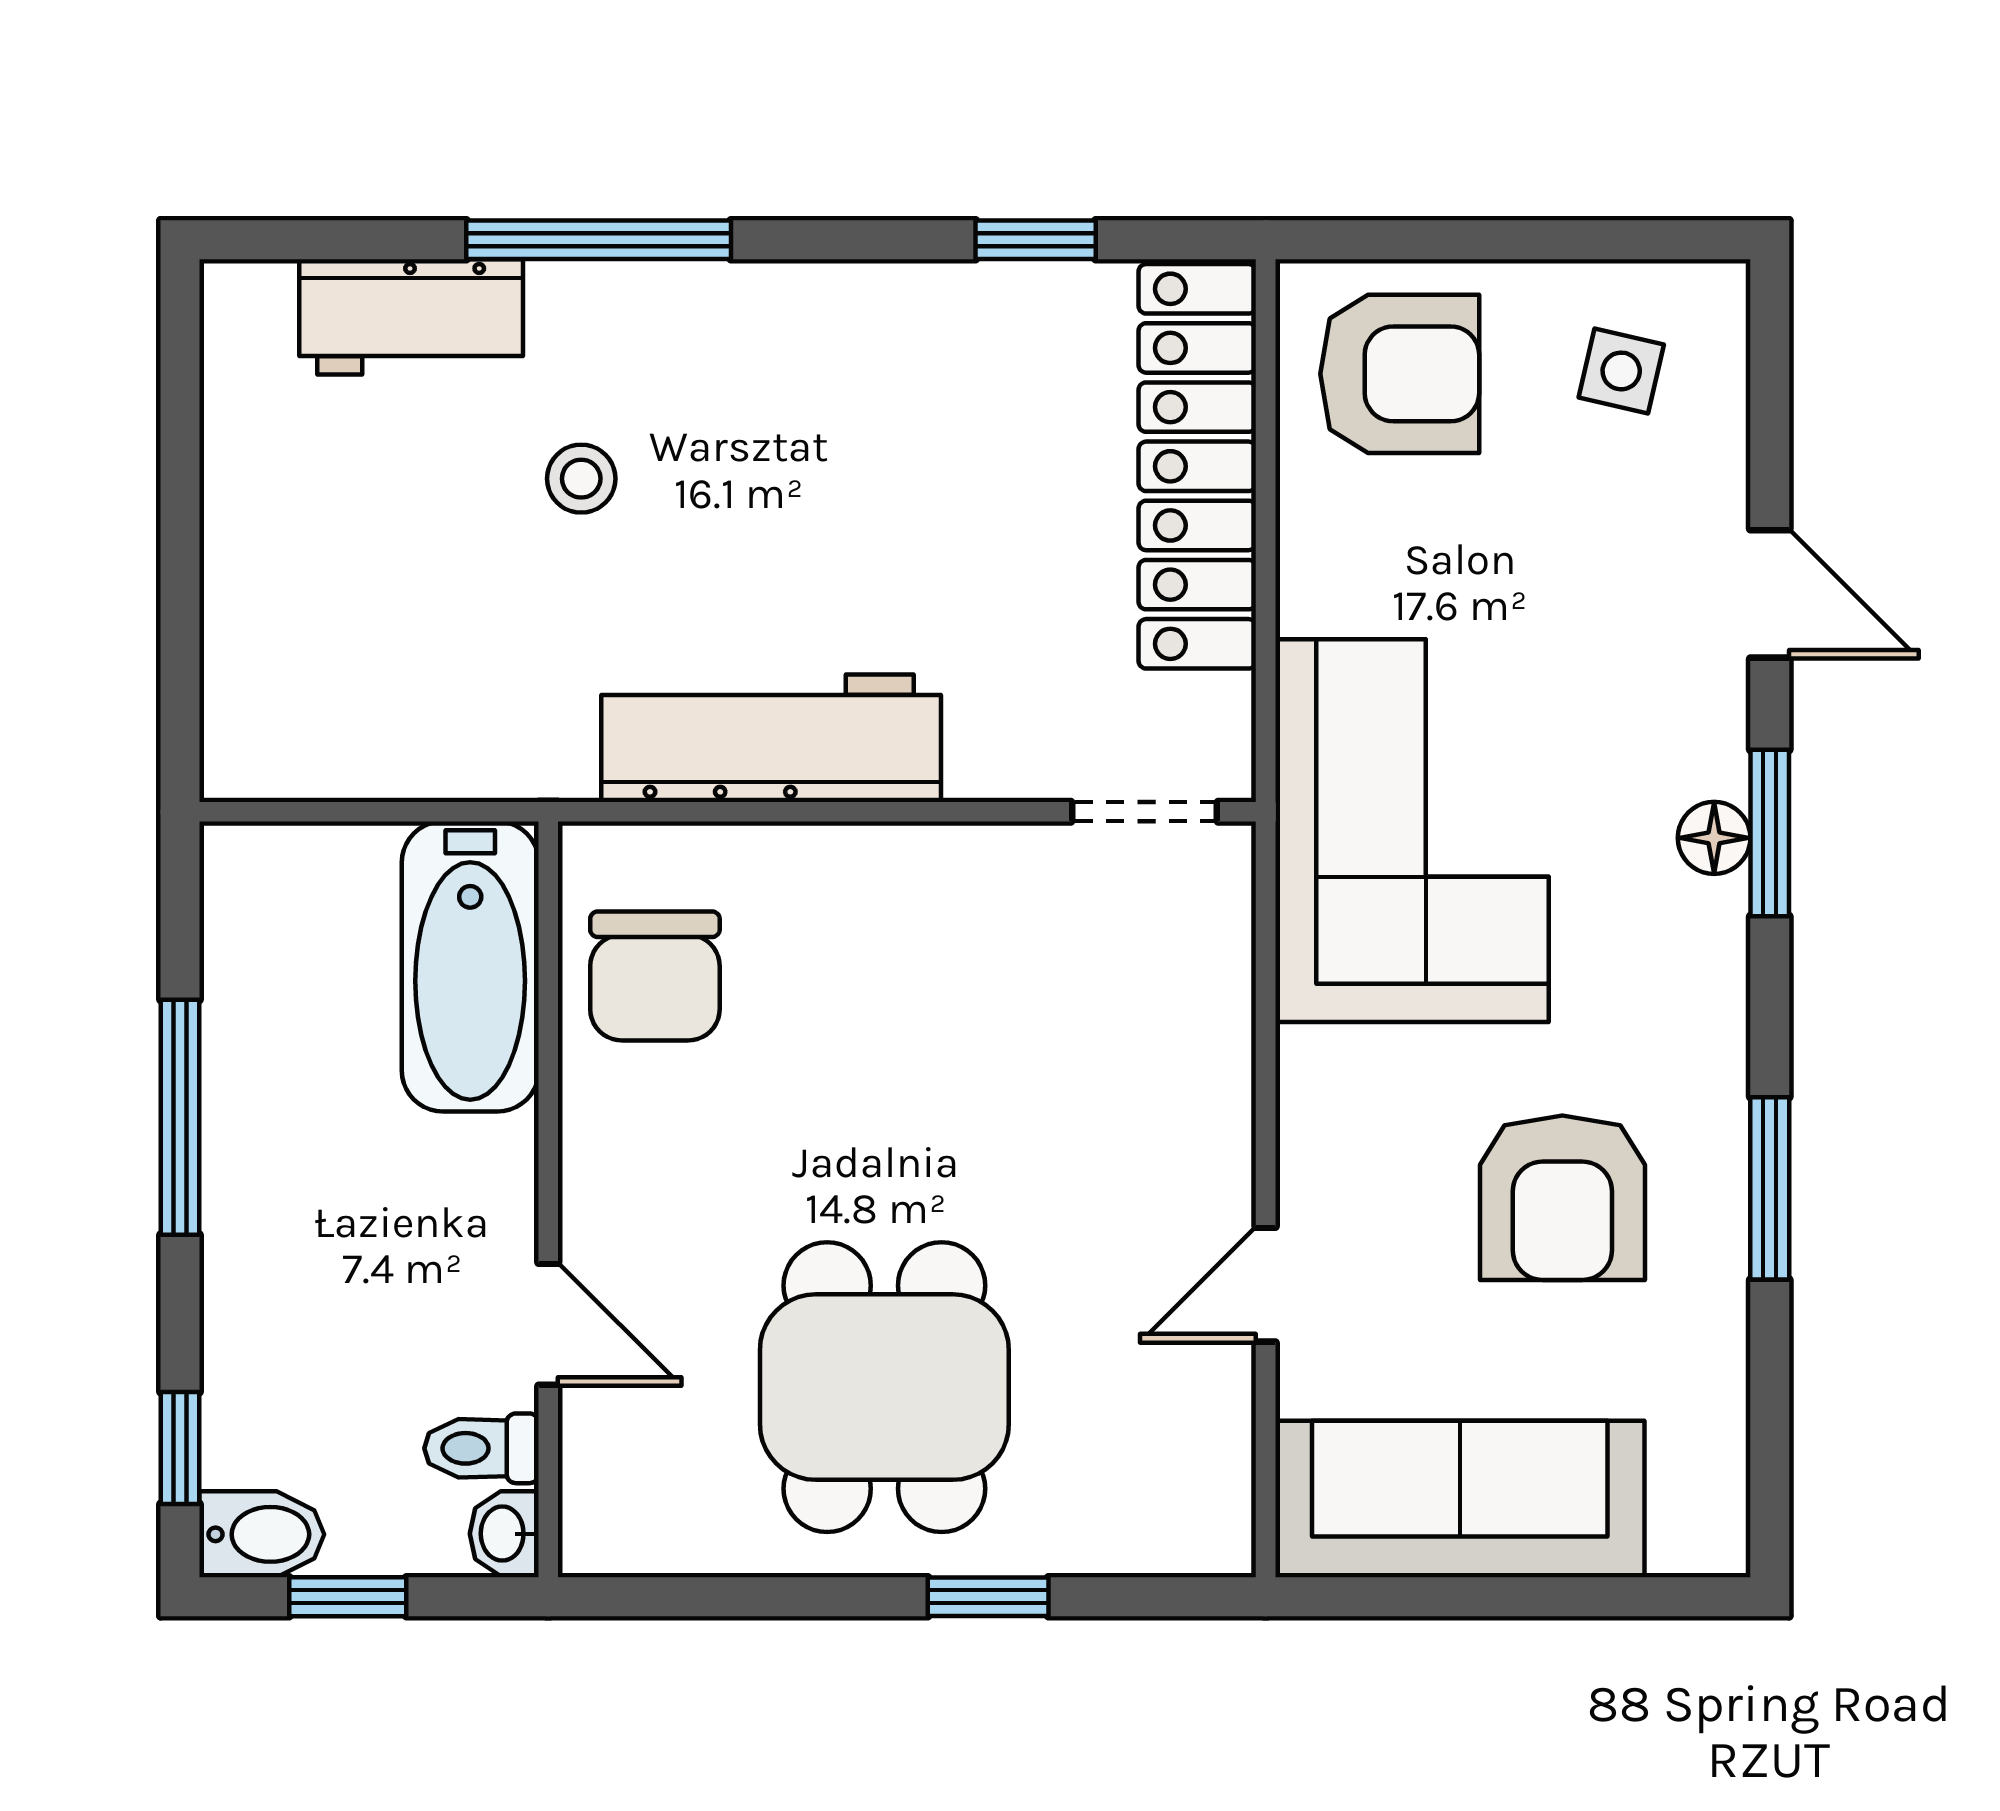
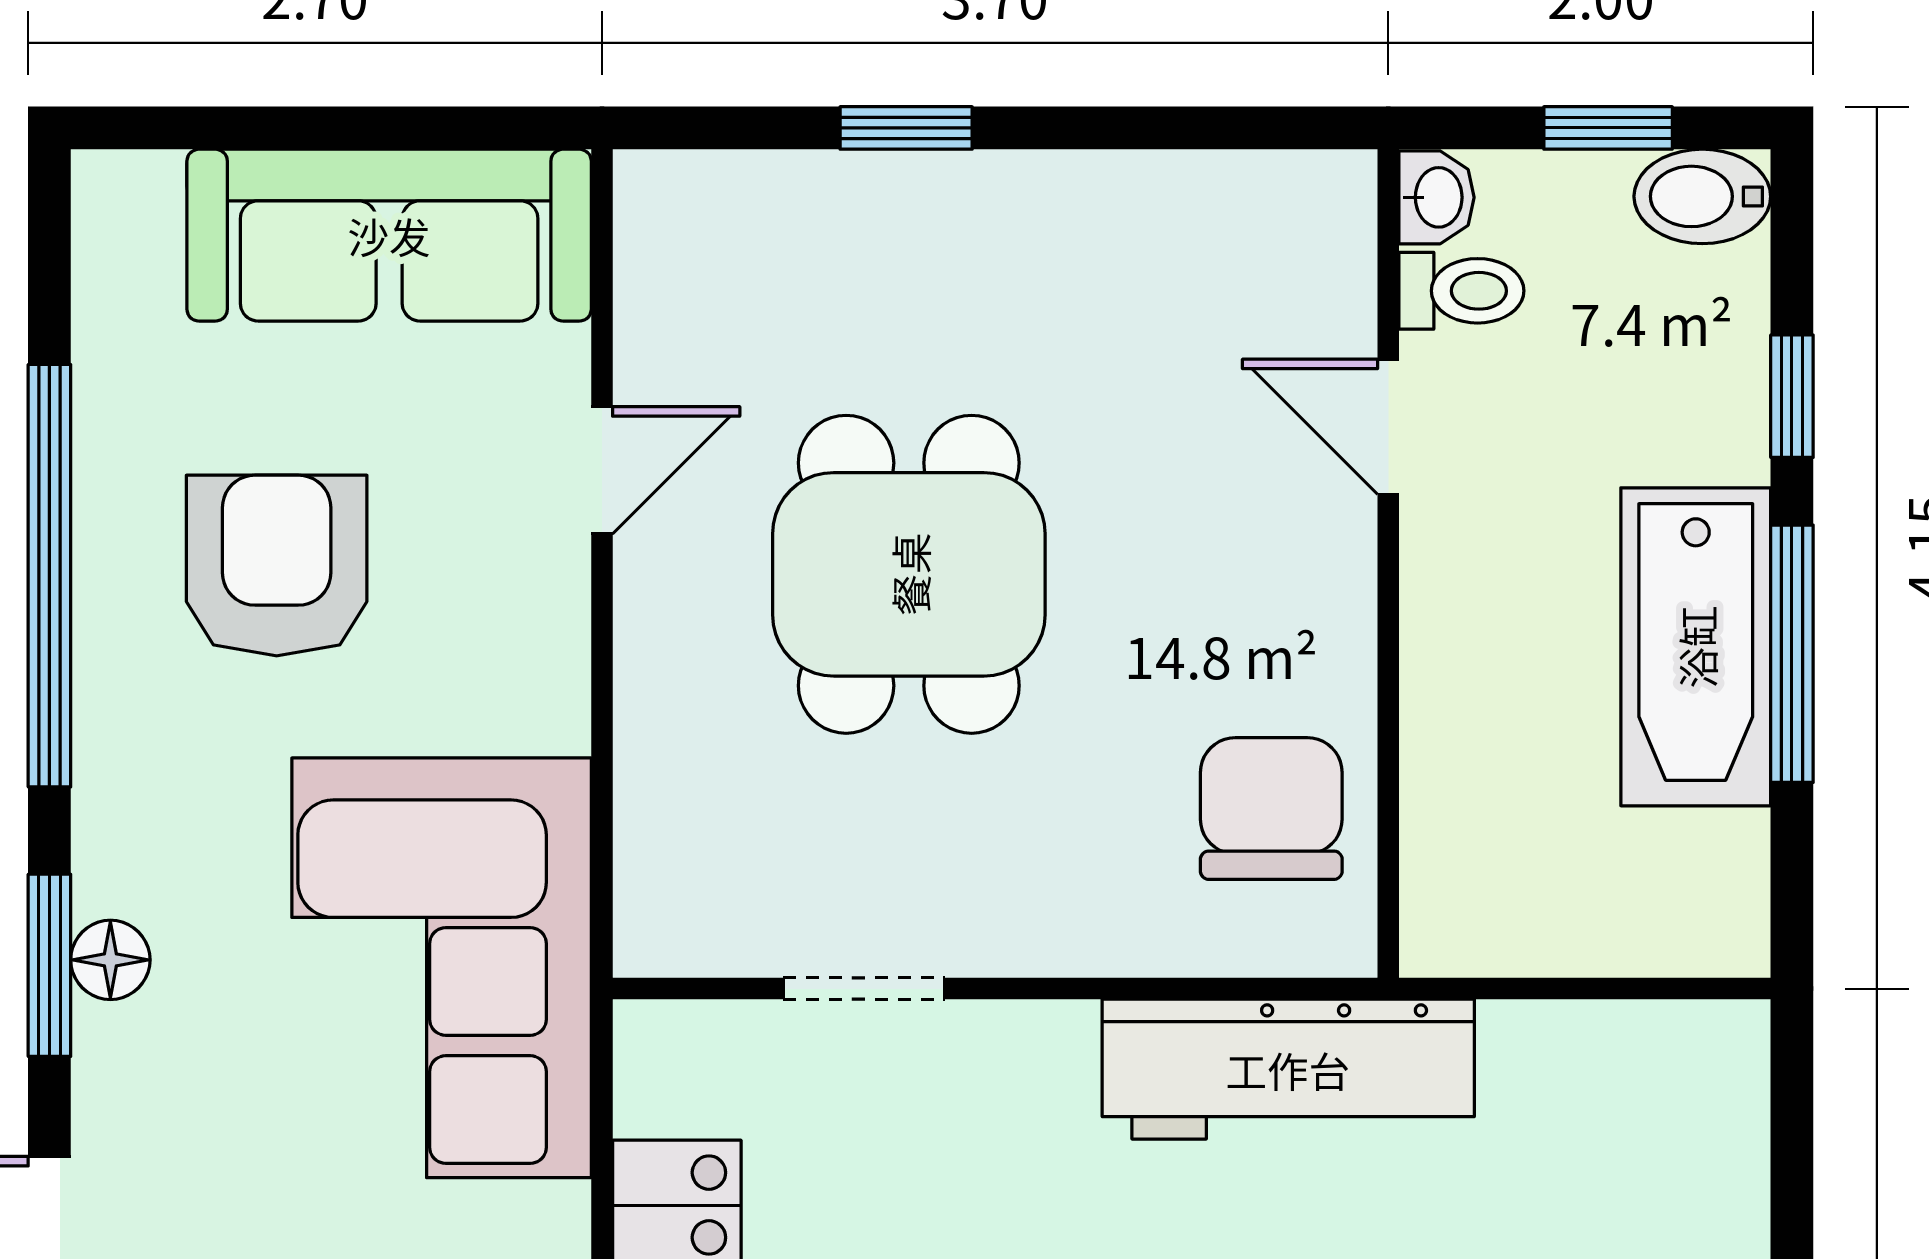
workbench: (771, 738) -> (1288, 1069), moved
doorway: (1144, 812) -> (864, 989), moved
bathtub: (470, 966) -> (1696, 647), moved, turned 180
window: (1770, 1188) -> (49, 576), width x2.11
dining table: (884, 1387) -> (909, 574), moved
window: (180, 1448) -> (1792, 396), moved

